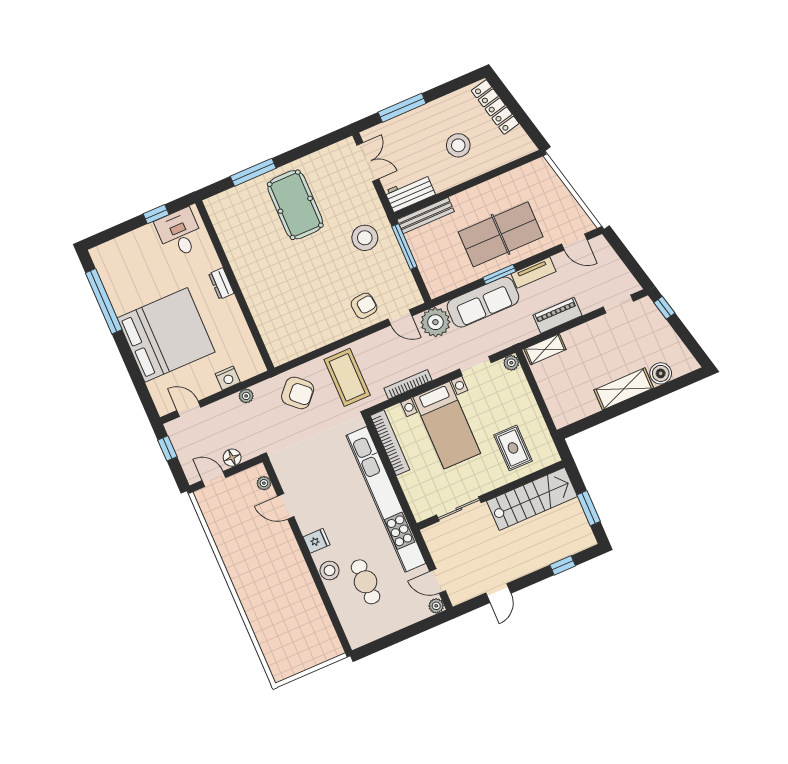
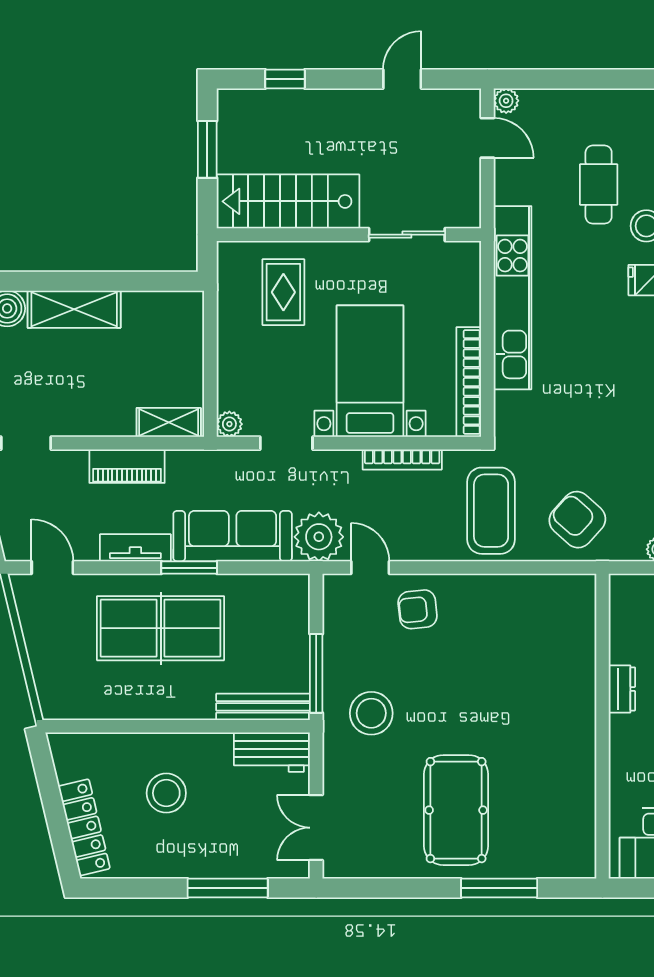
dresser: (221, 284) -> (622, 689), moved
kitchen unit: (386, 499) -> (513, 298), width x0.73

